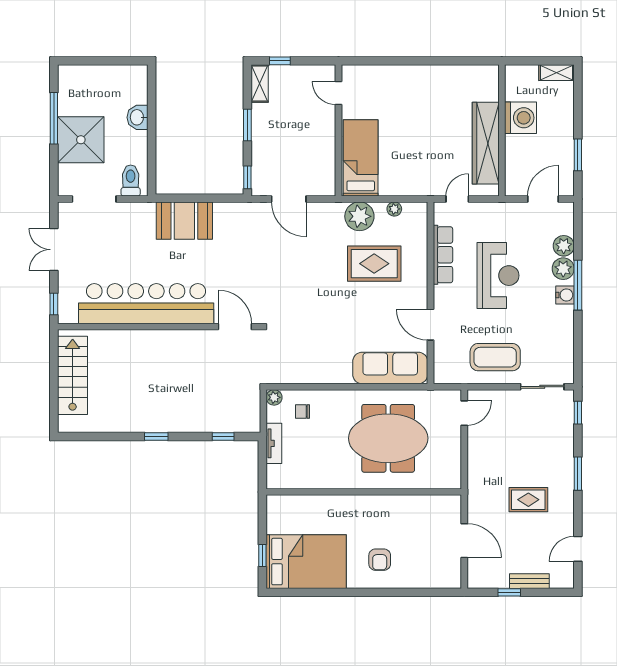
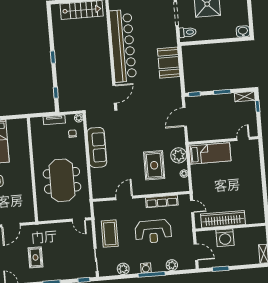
washbasin: (138, 117) -> (243, 31), moved
washing machine: (521, 118) -> (225, 238), moved
plant: (563, 269) -> (123, 269), moved
sofa: (390, 368) -> (97, 147), moved

